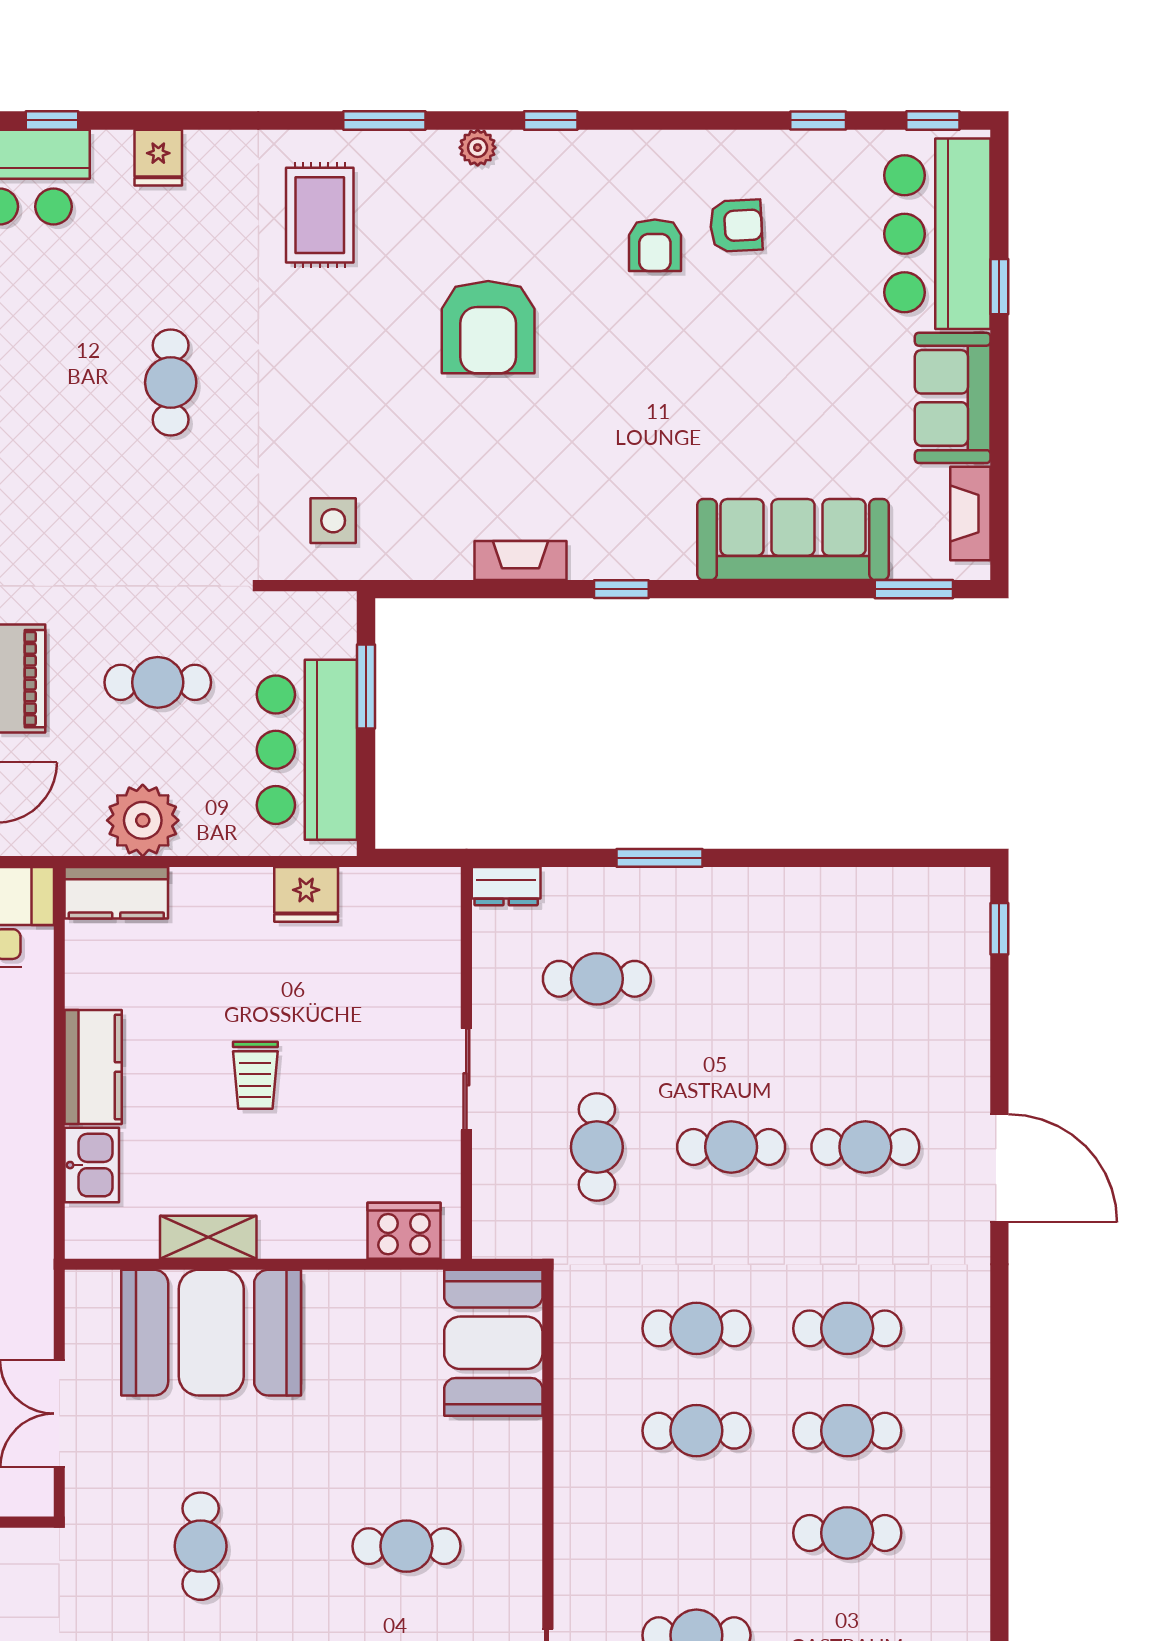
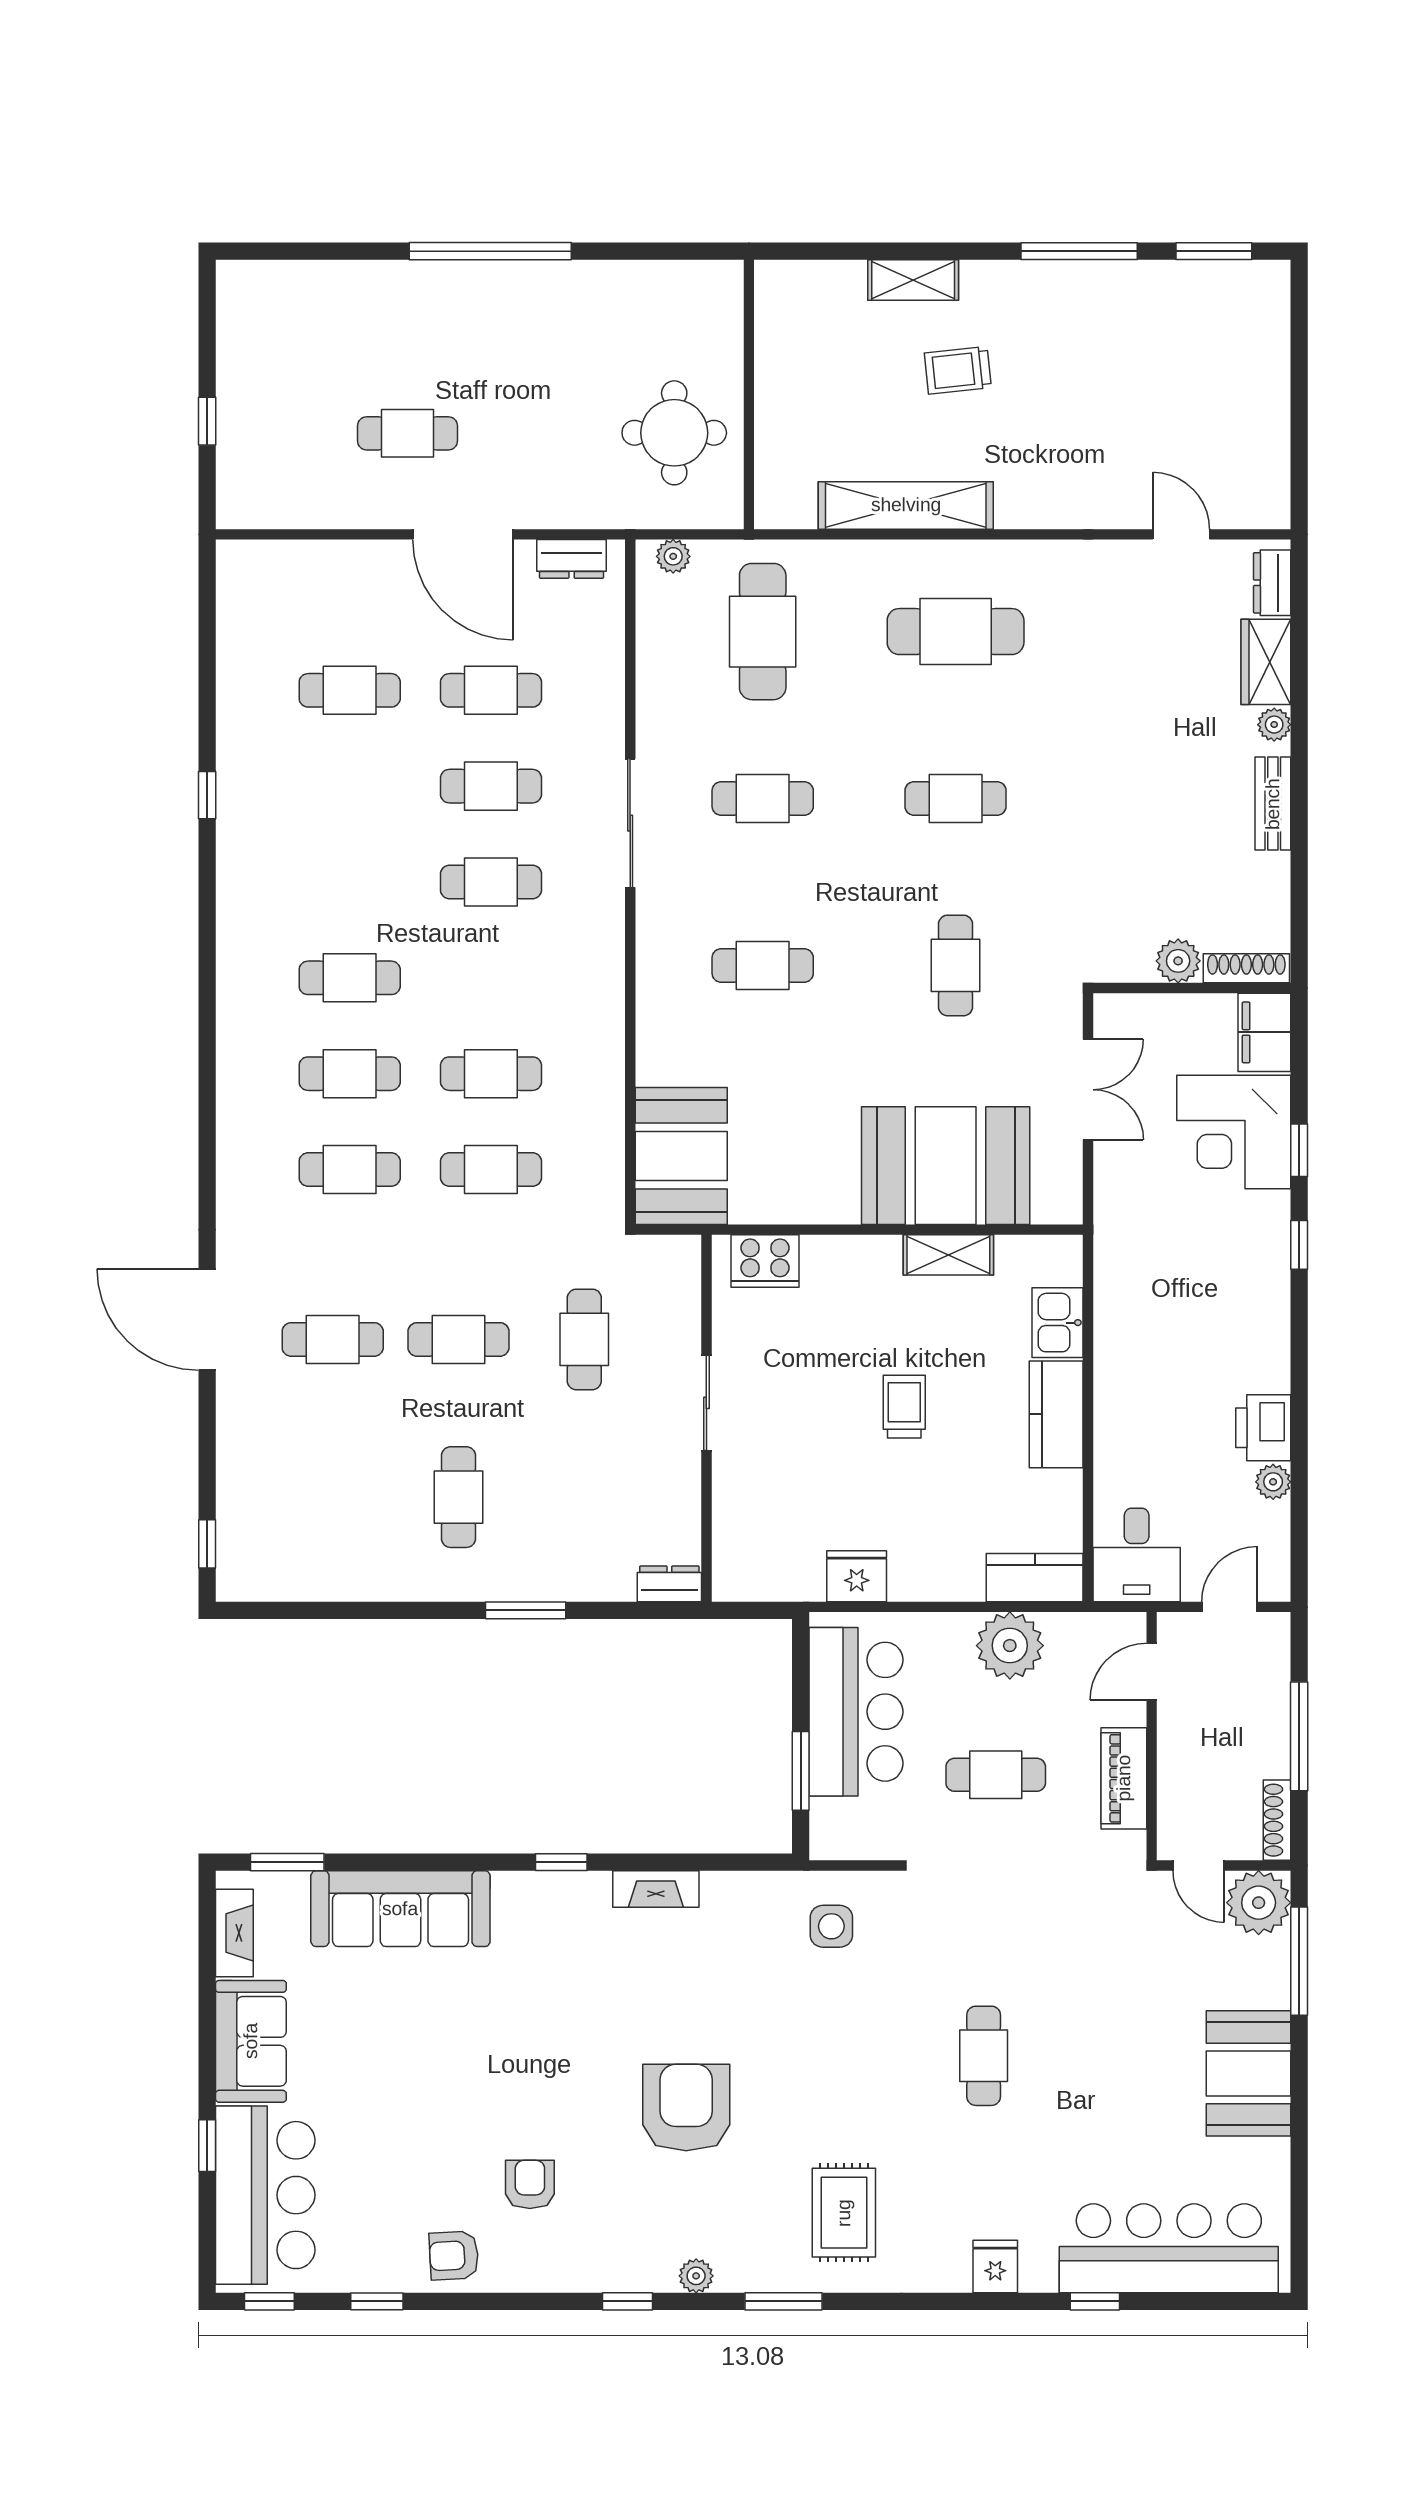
armchair: (736, 226) -> (454, 2256), moved
cafe table: (597, 979) -> (458, 1497), moved, turned 90

